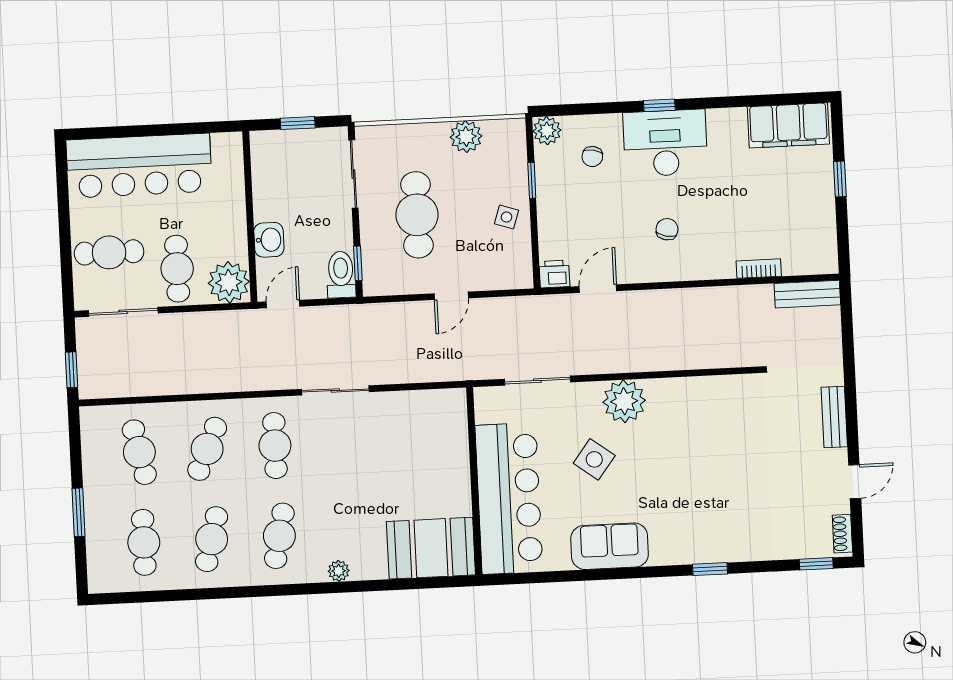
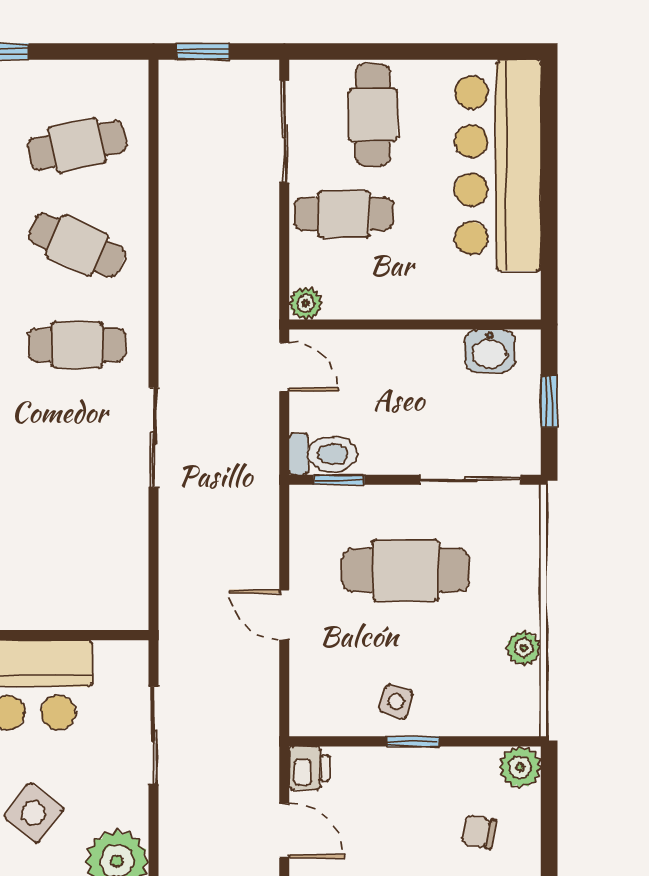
plant: (466, 137) -> (524, 648), width x0.73, depth x0.73
window: (532, 180) -> (413, 741), moved
washbasin: (269, 240) -> (490, 351), moved
plant: (229, 282) -> (306, 303), width x0.53, depth x0.53

